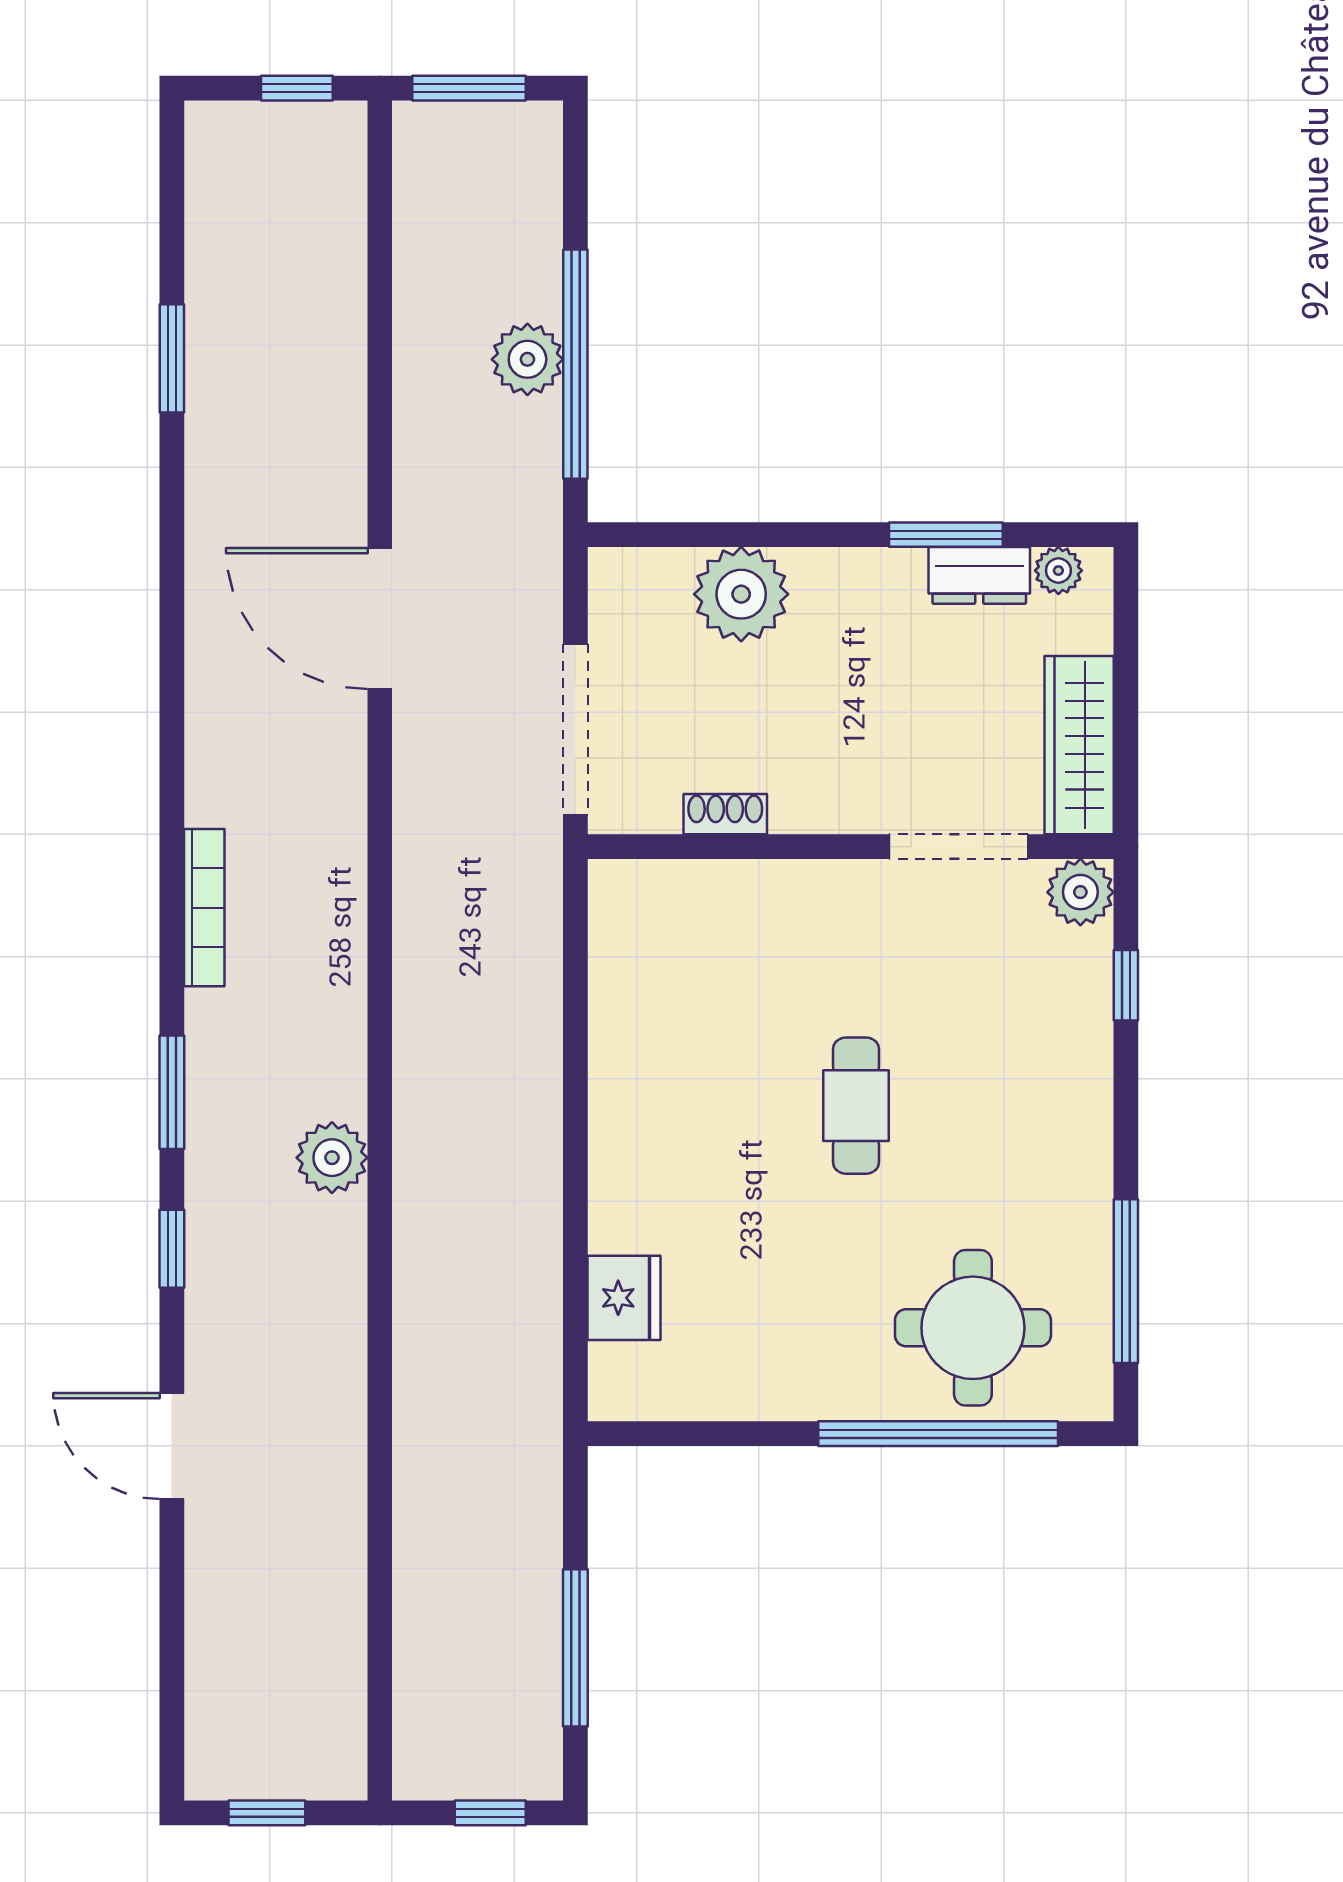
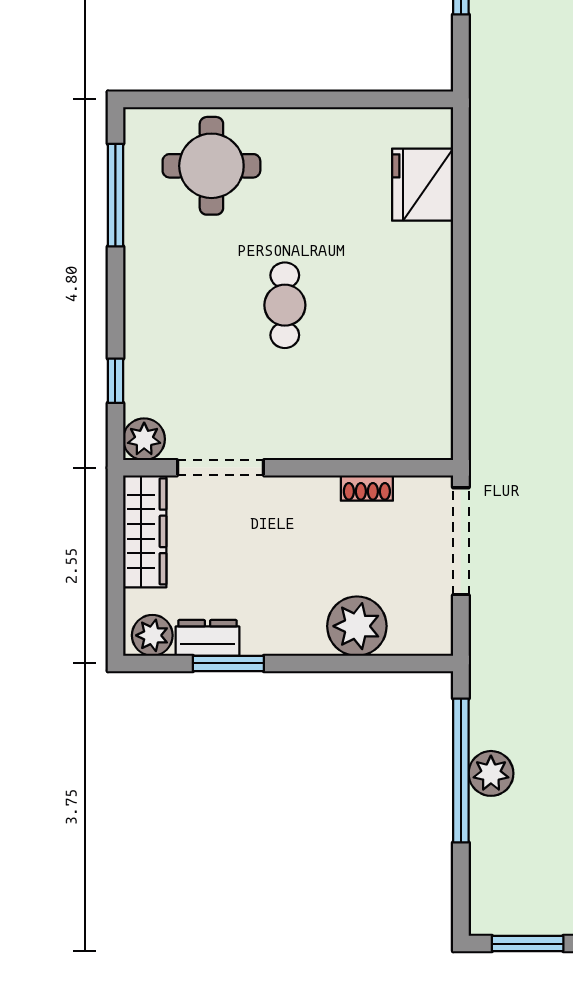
plant: (1058, 571) -> (152, 635), width x1.38, depth x1.38
fridge: (624, 1298) -> (423, 185), width x1.36, depth x1.34
window: (938, 1434) -> (233, 99), removed

